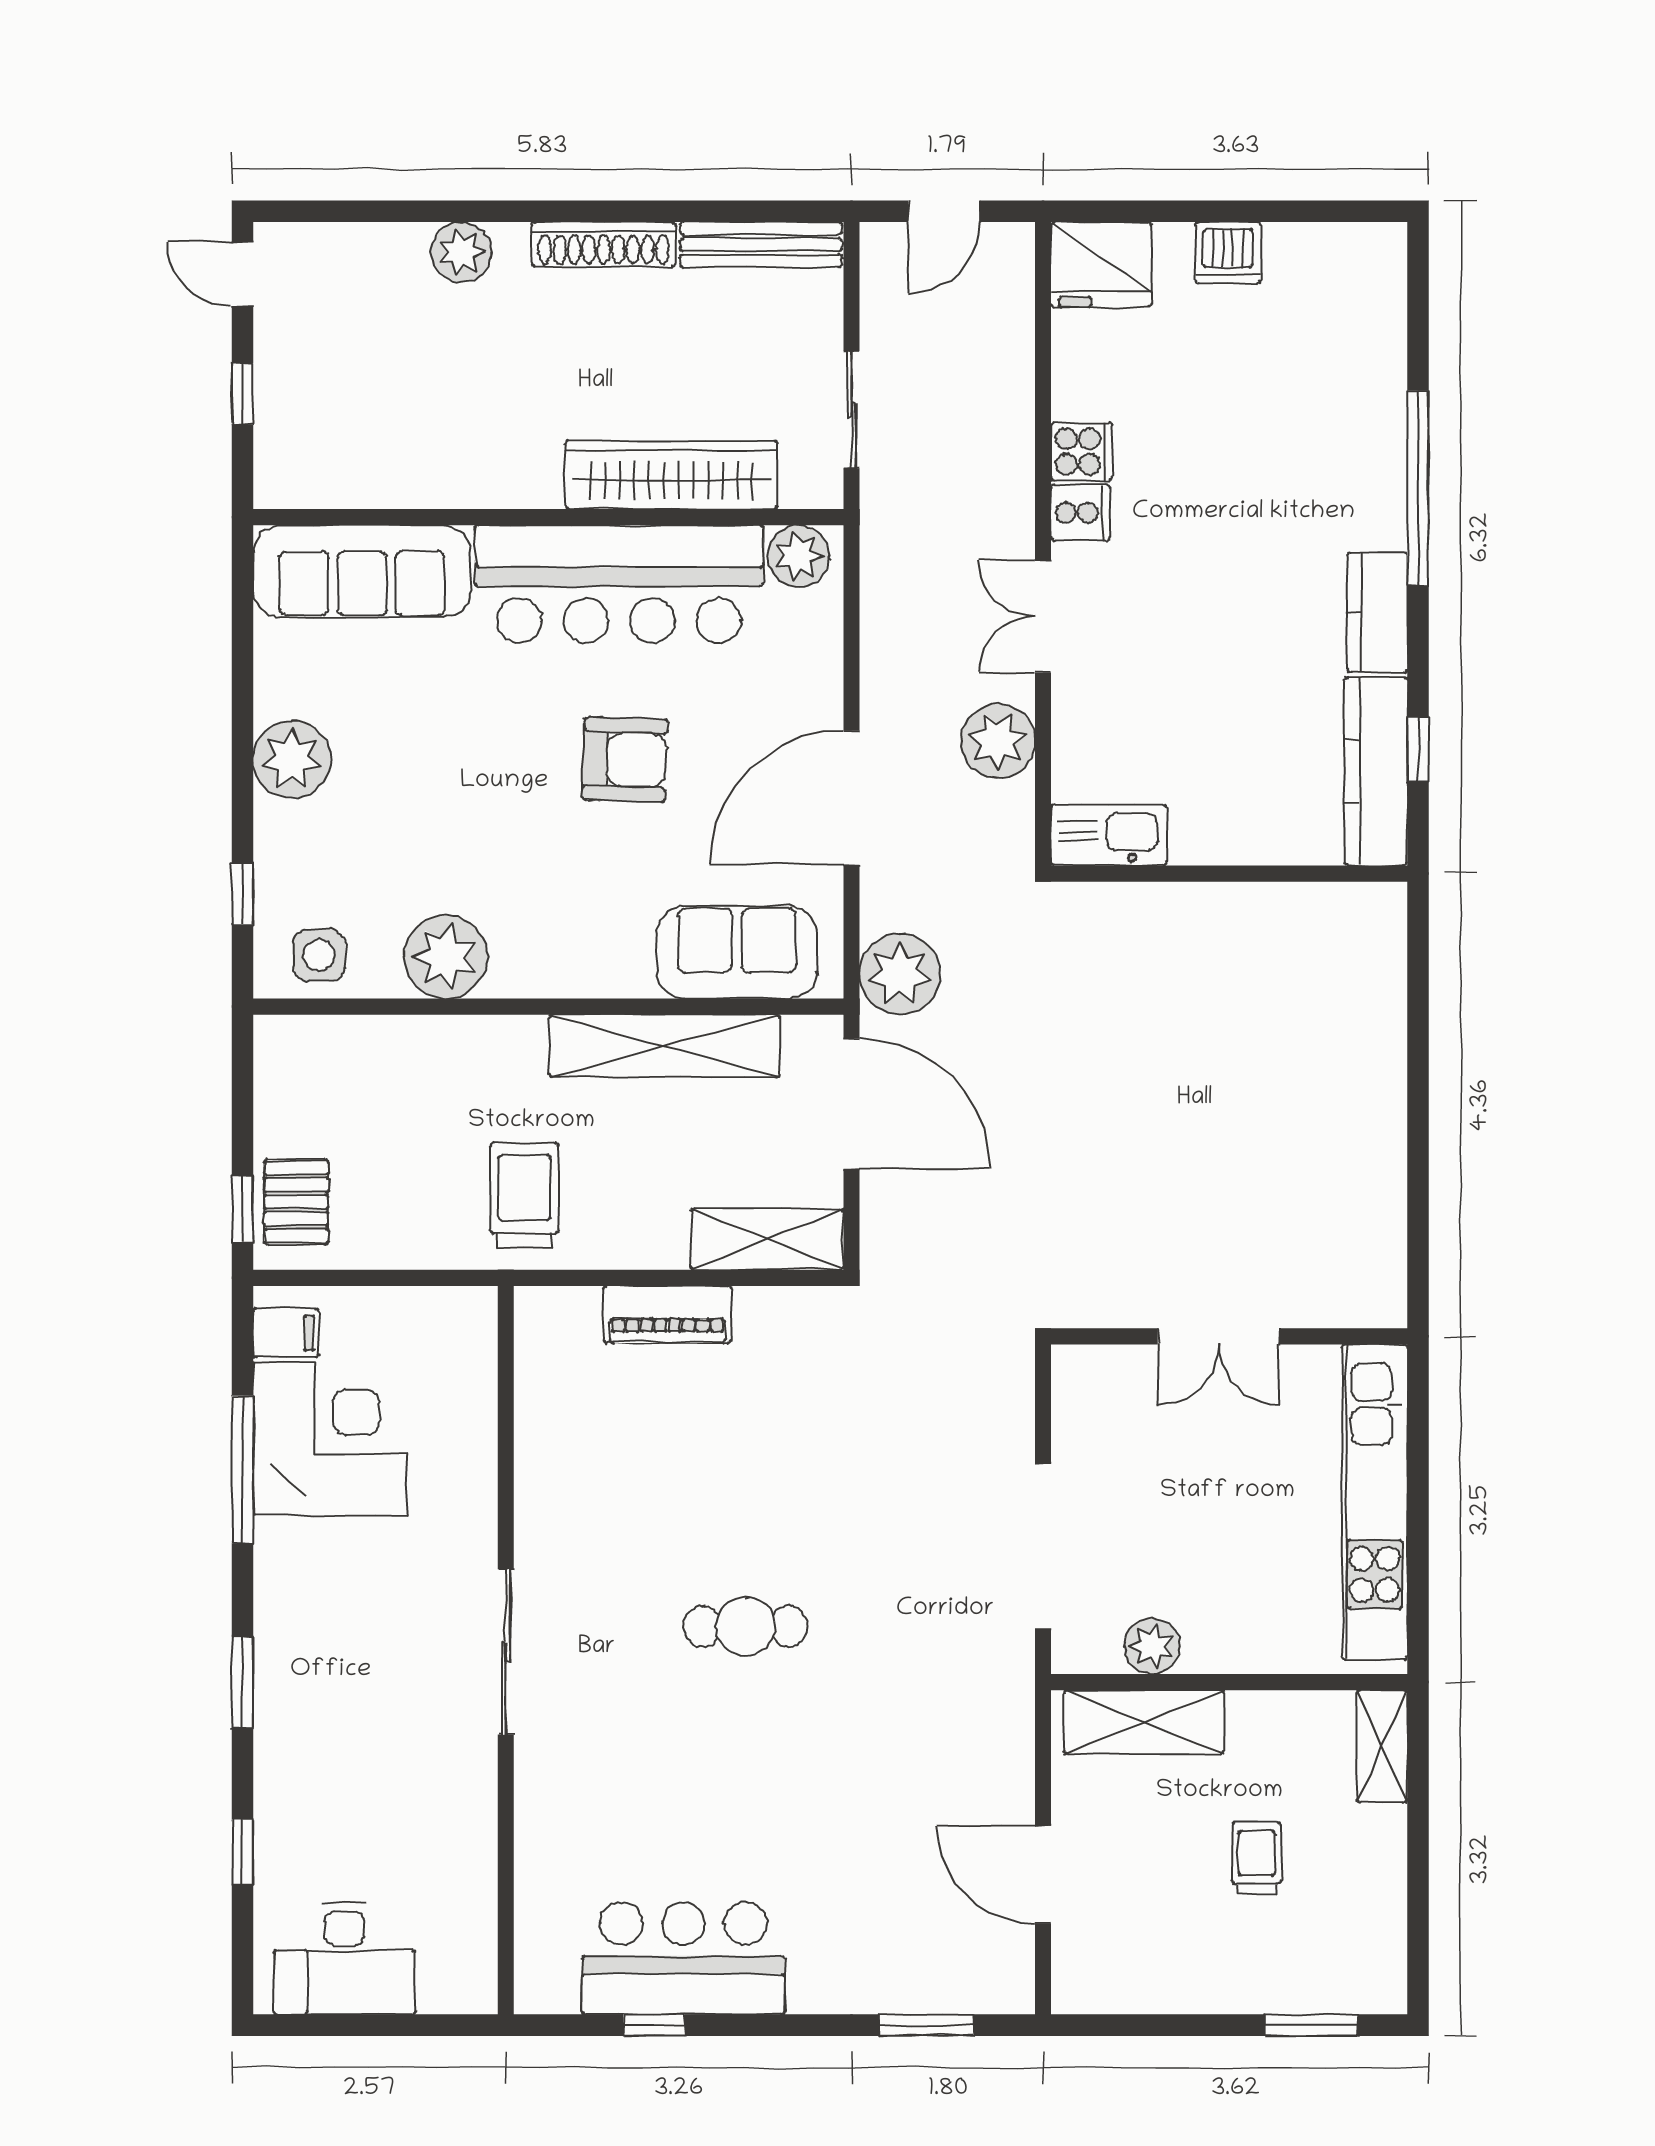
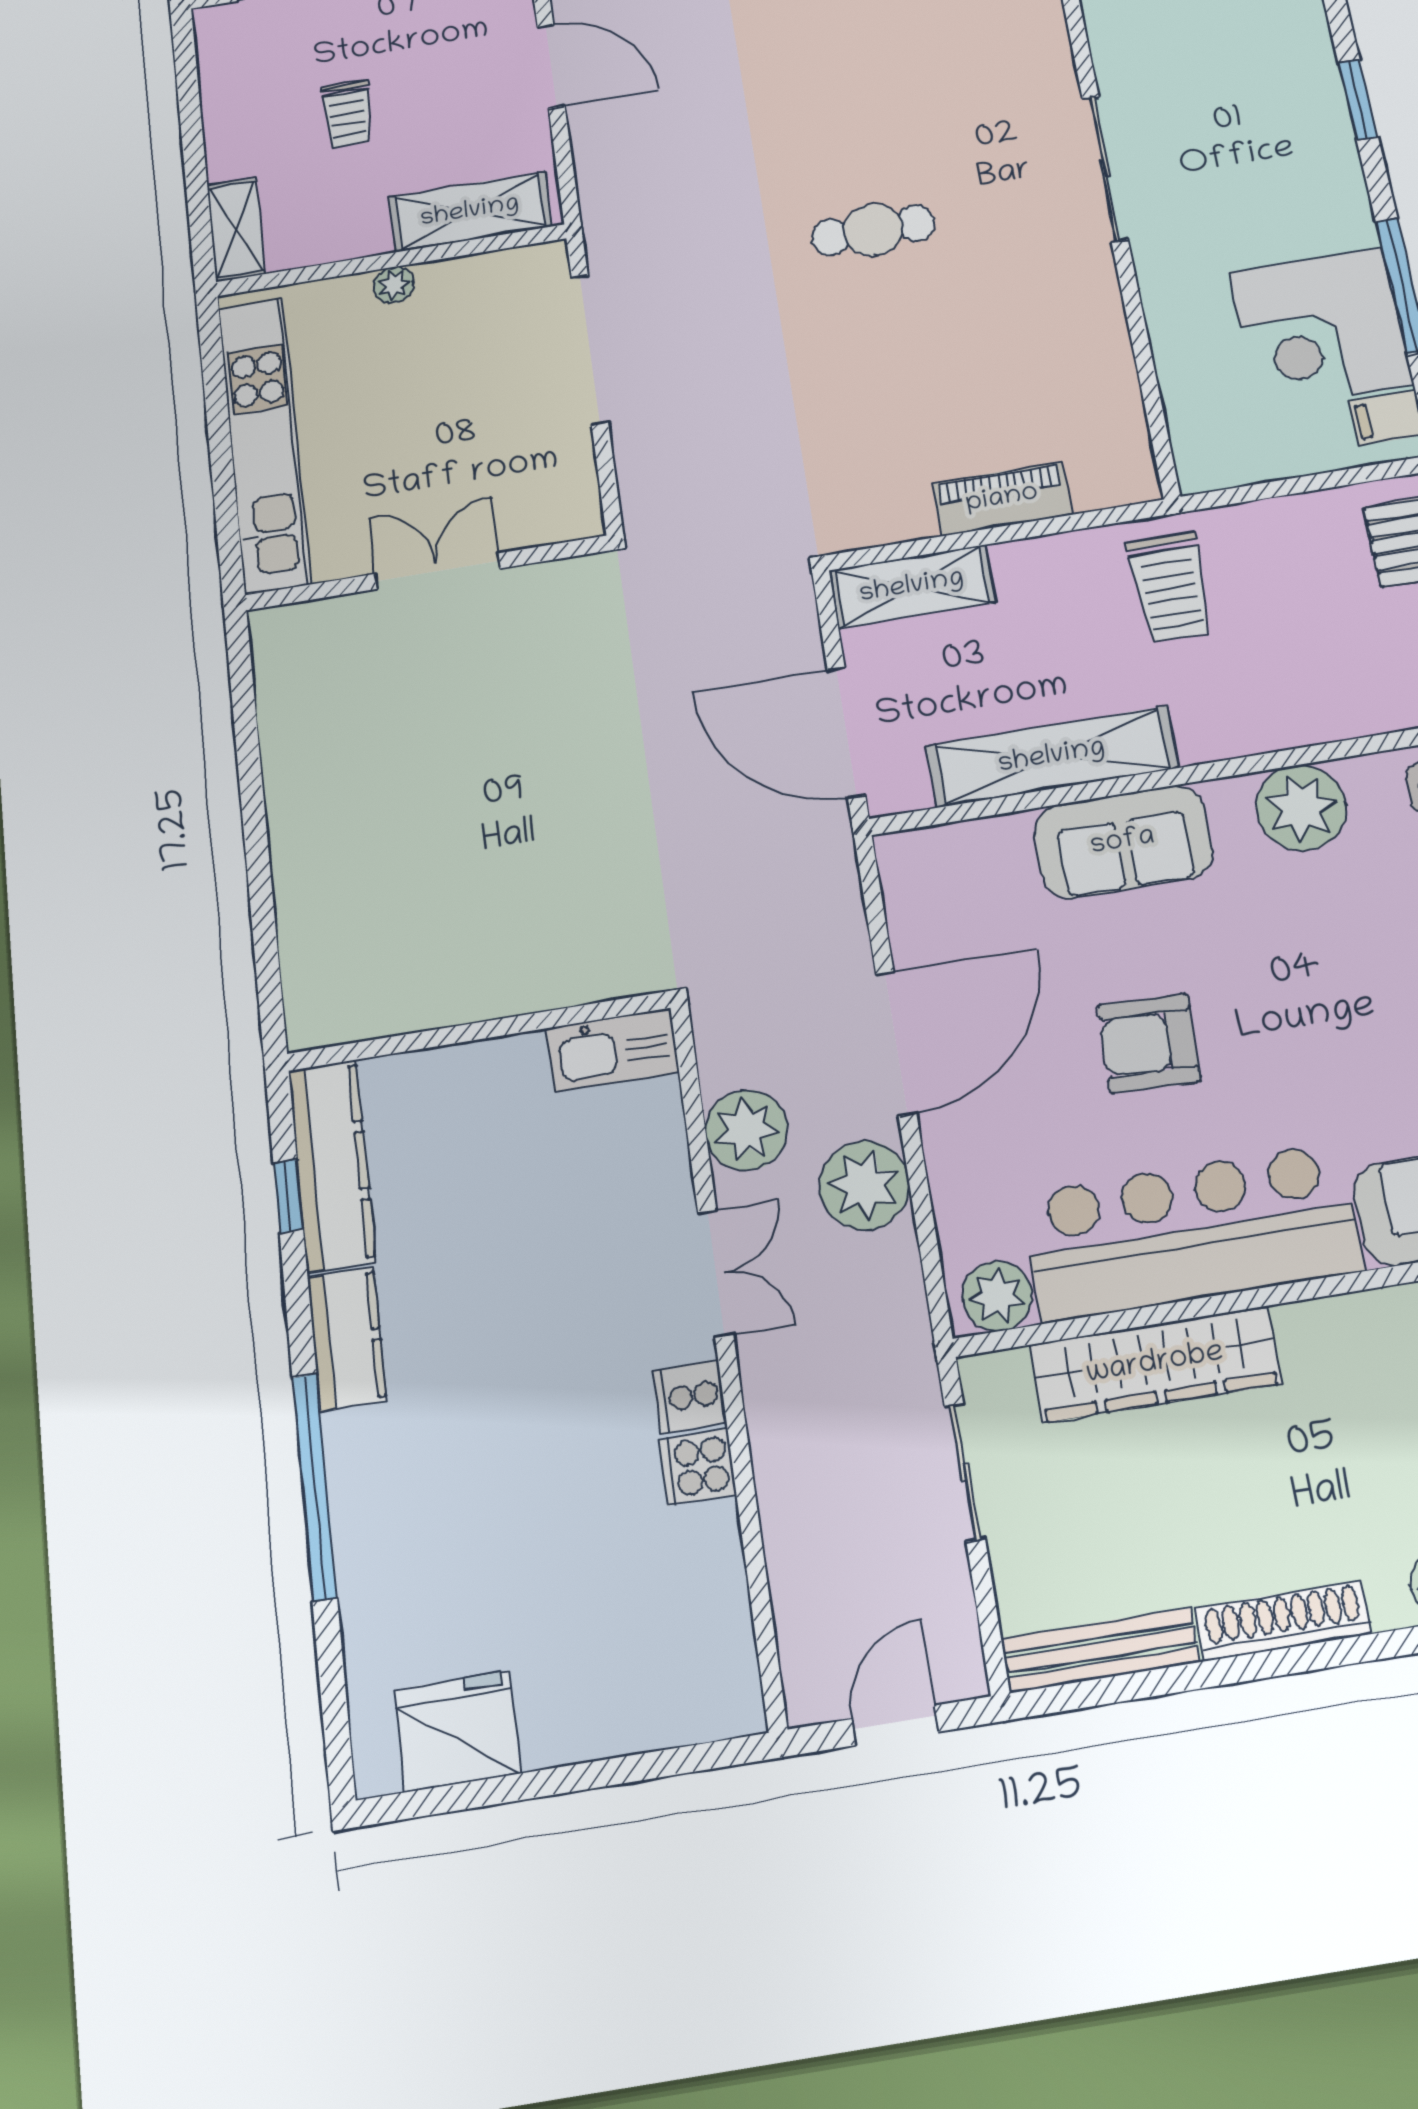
dishwasher: (1228, 253) -> (559, 1729), removed
fridge: (1101, 264) -> (457, 1731), moved
sofa: (737, 952) -> (1123, 842), moved
plant: (900, 974) -> (864, 1185), moved
plant: (1152, 1646) -> (394, 285), moved, width x0.73, depth x0.73

